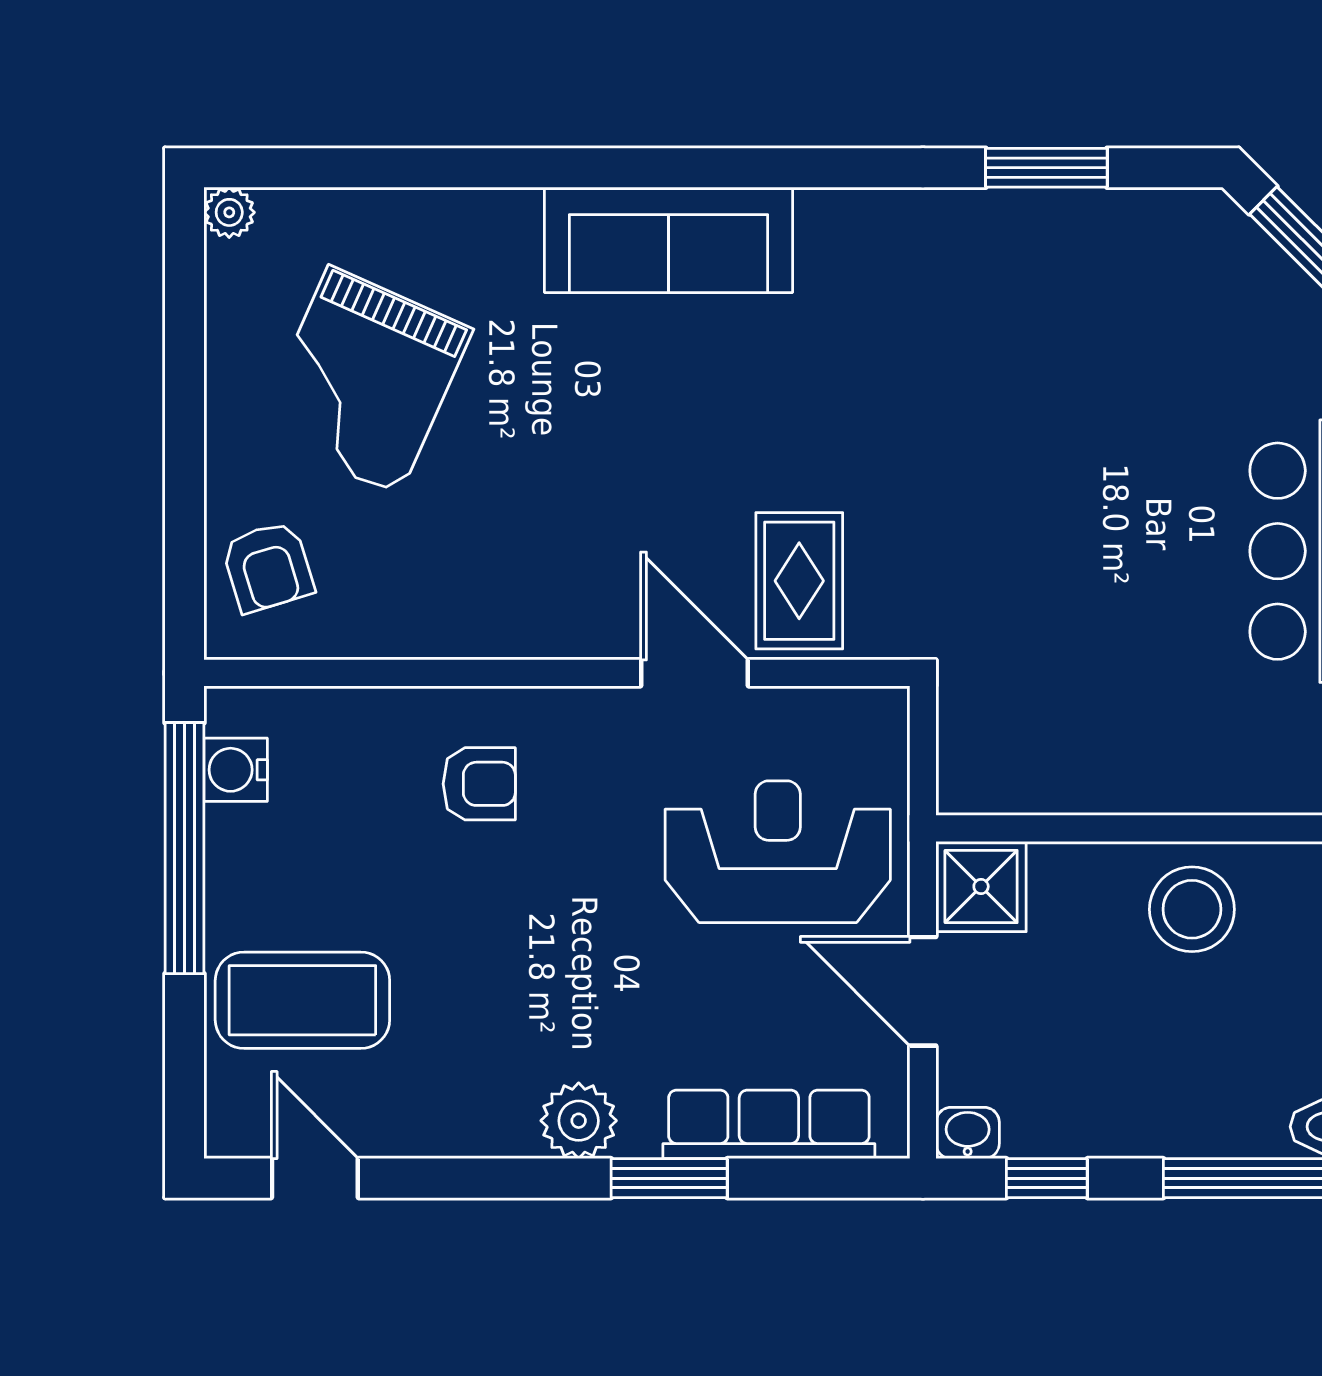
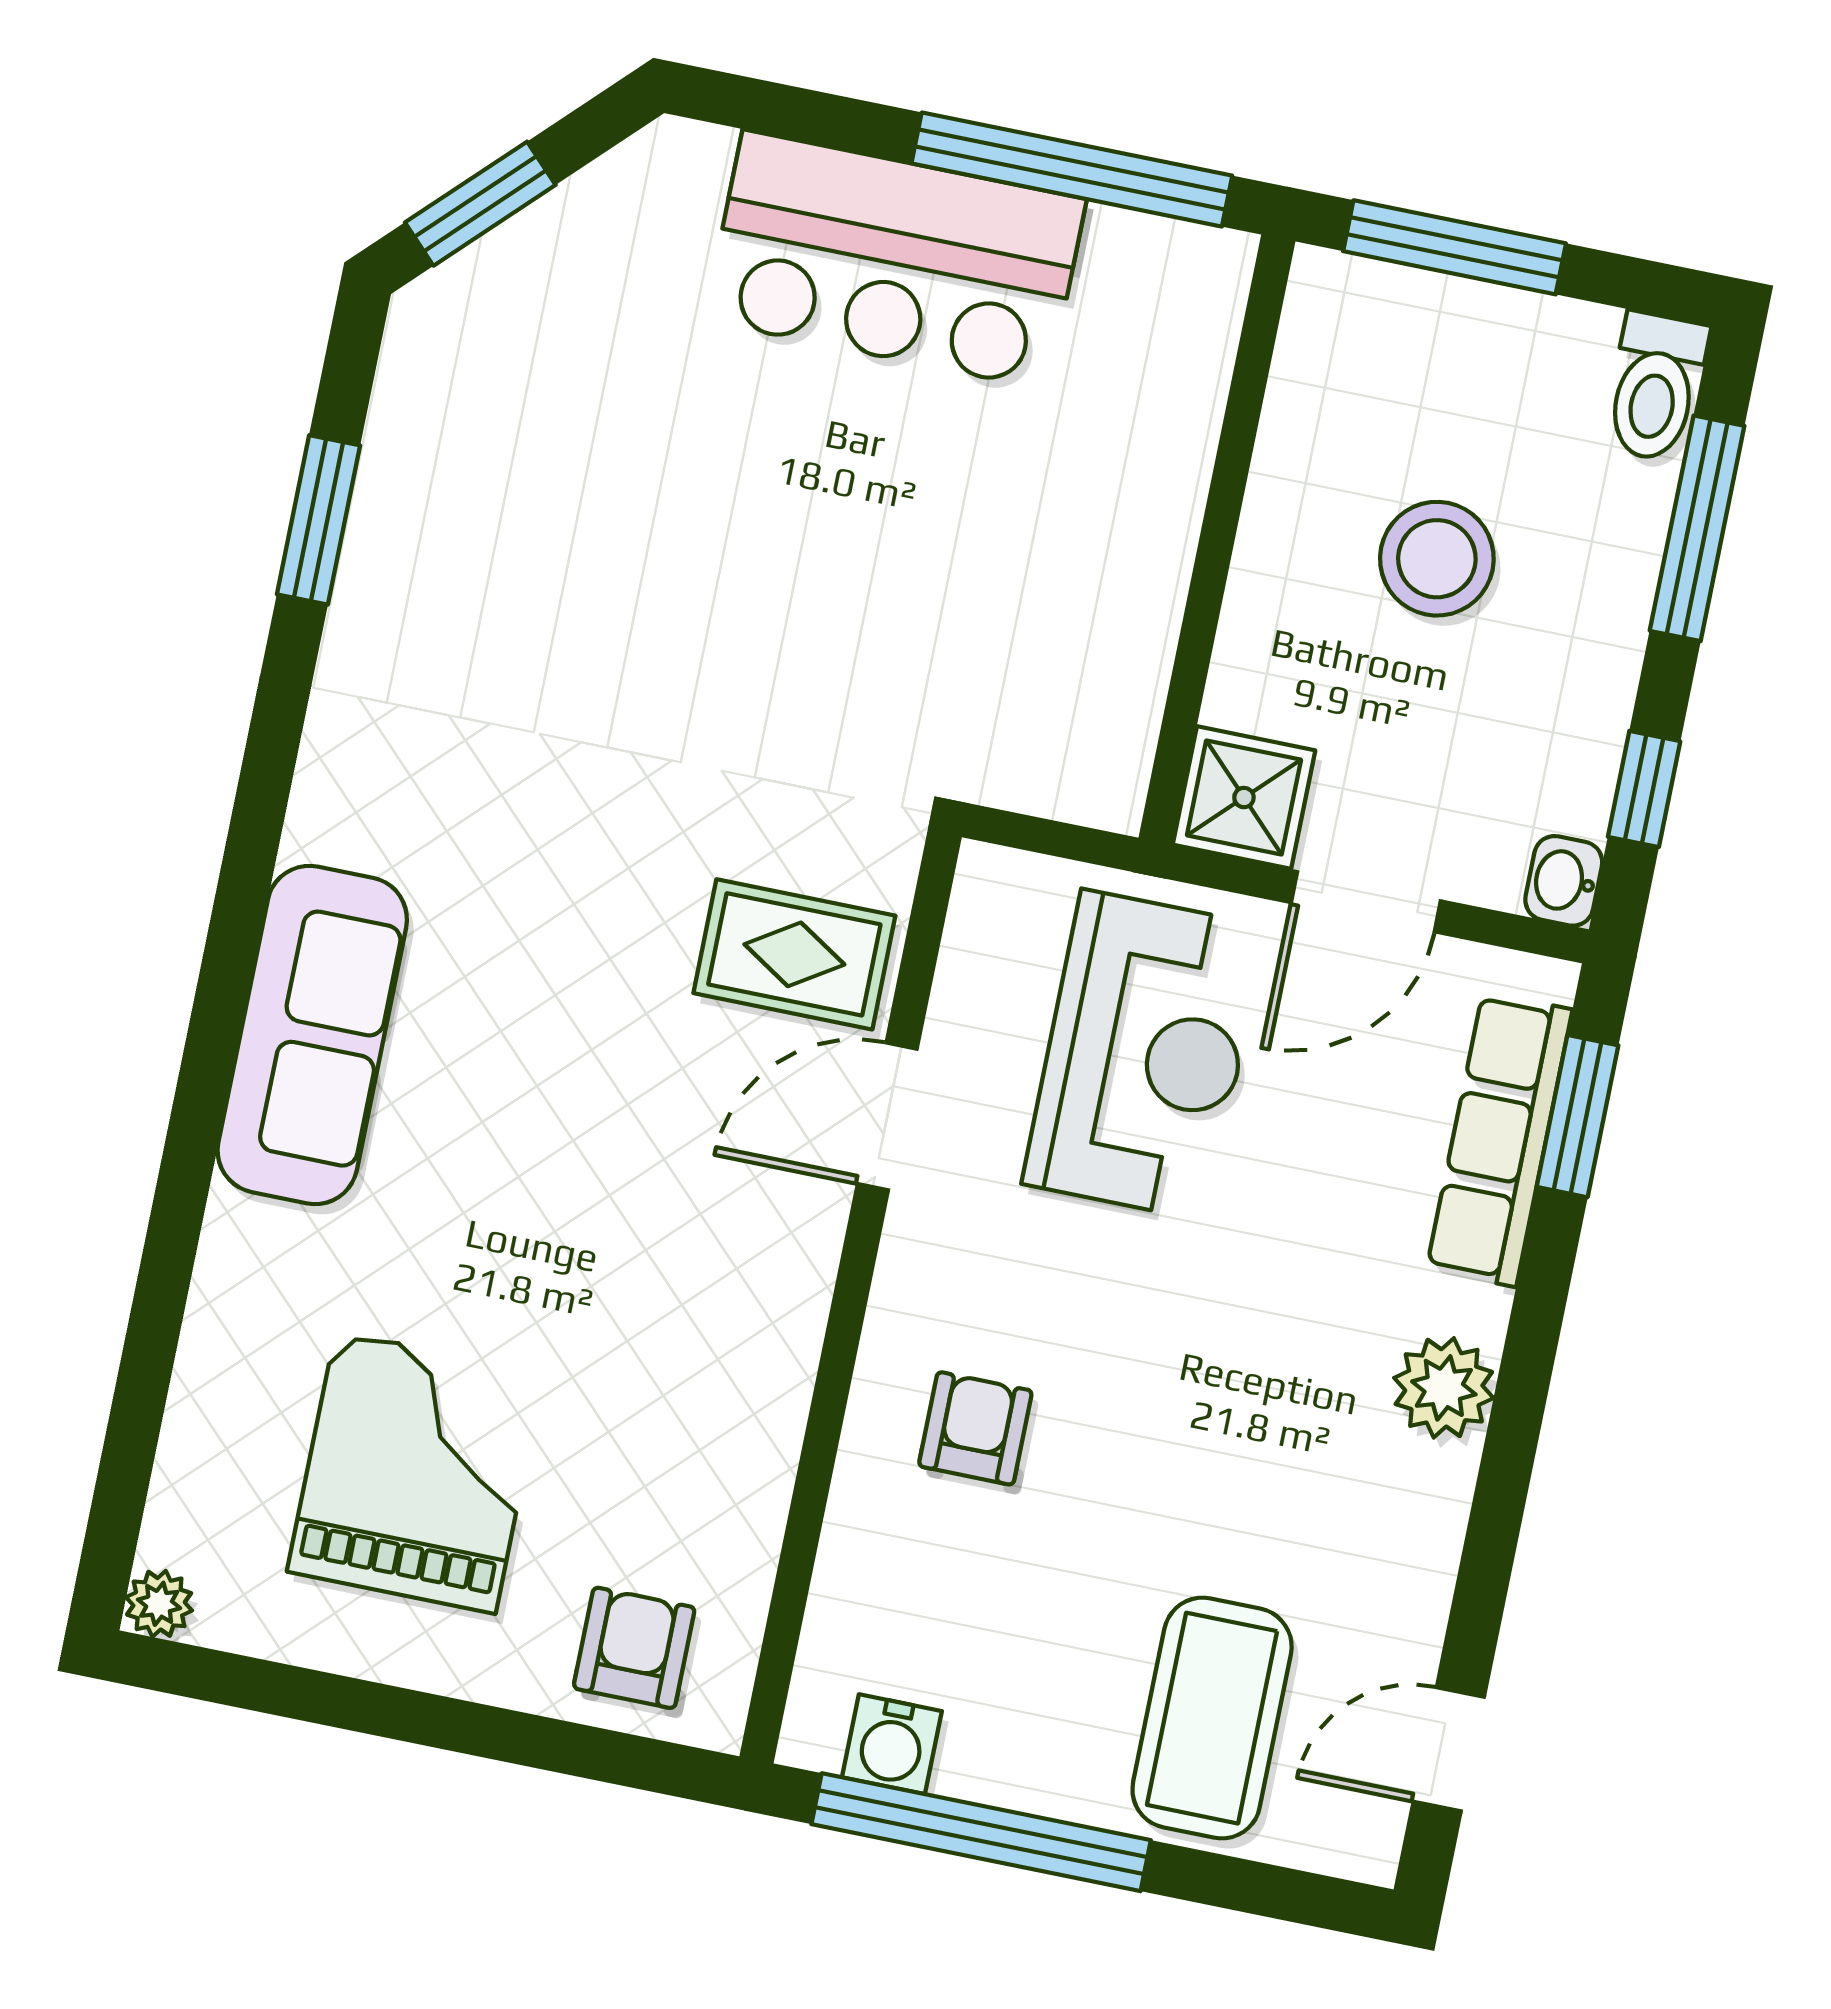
grand piano: (364, 381) -> (416, 1472), turned -114
armchair: (268, 567) -> (634, 1648), turned -73
reception desk: (778, 852) -> (1144, 1055), turned 180
stool: (1192, 909) -> (1437, 559), moved
window: (669, 1178) -> (1578, 1116), moved

